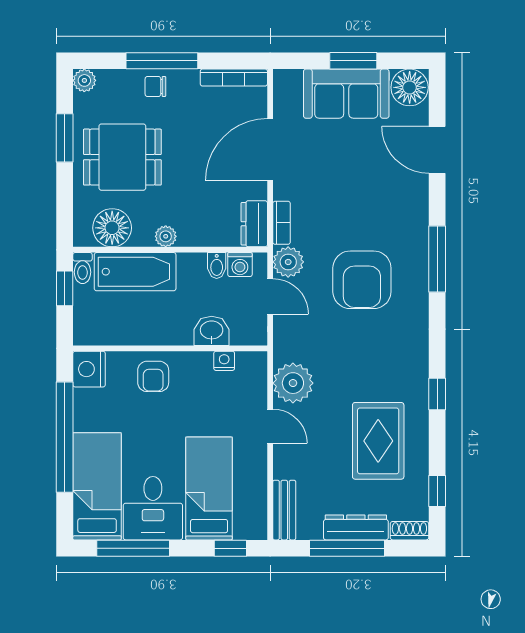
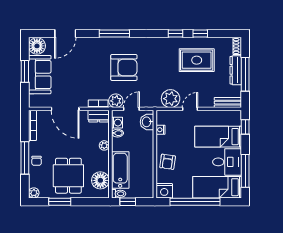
plant: (166, 236) -> (104, 145), moved
washbasin: (212, 331) -> (147, 122), moved
armchair: (153, 376) -> (168, 162), turned 98
window: (437, 491) -> (200, 33), moved

